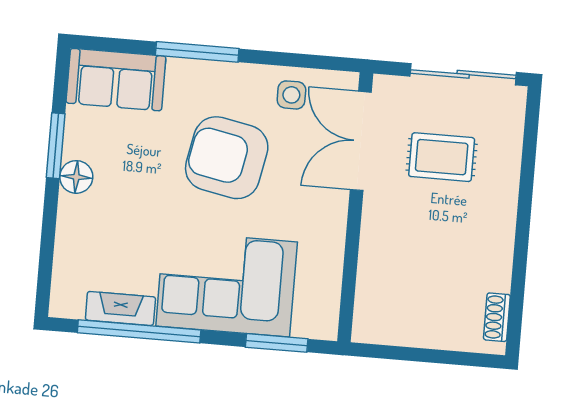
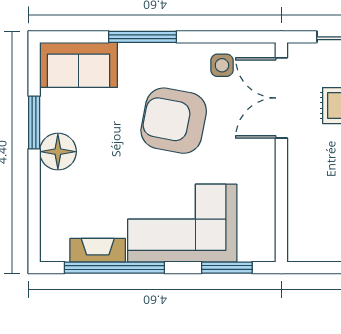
floor lamp: (76, 177) -> (58, 152), width x1.38, depth x1.38

